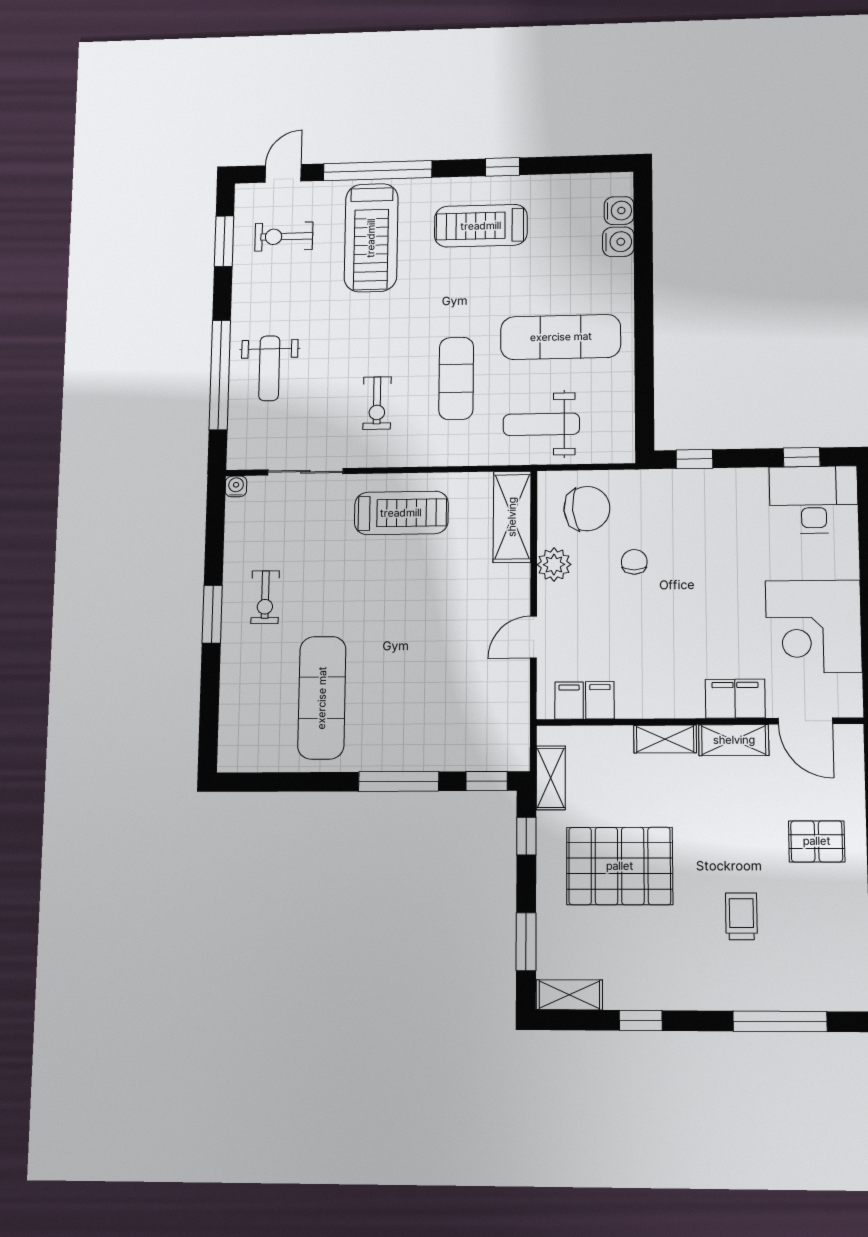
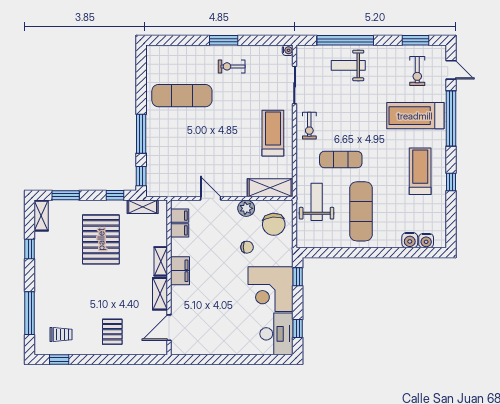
exercise bike: (284, 237) -> (417, 71), turned 180
exercise bike: (377, 403) -> (309, 126), moved, turned -90
treadmill: (401, 513) -> (273, 133), turned 180
corner desk: (814, 626) -> (271, 289), moved, turned -90
filing cabinet: (735, 699) -> (180, 271), moved
trolley: (741, 916) -> (61, 335), moved

